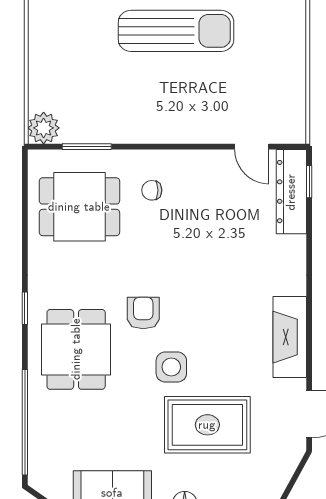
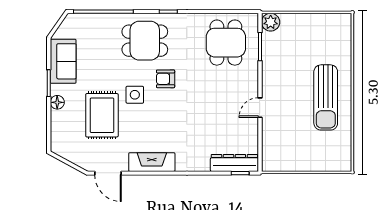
door: (252, 147) -> (260, 108), moved
chair: (152, 190) -> (235, 84), removed
armchair: (143, 313) -> (166, 79), turned 180

